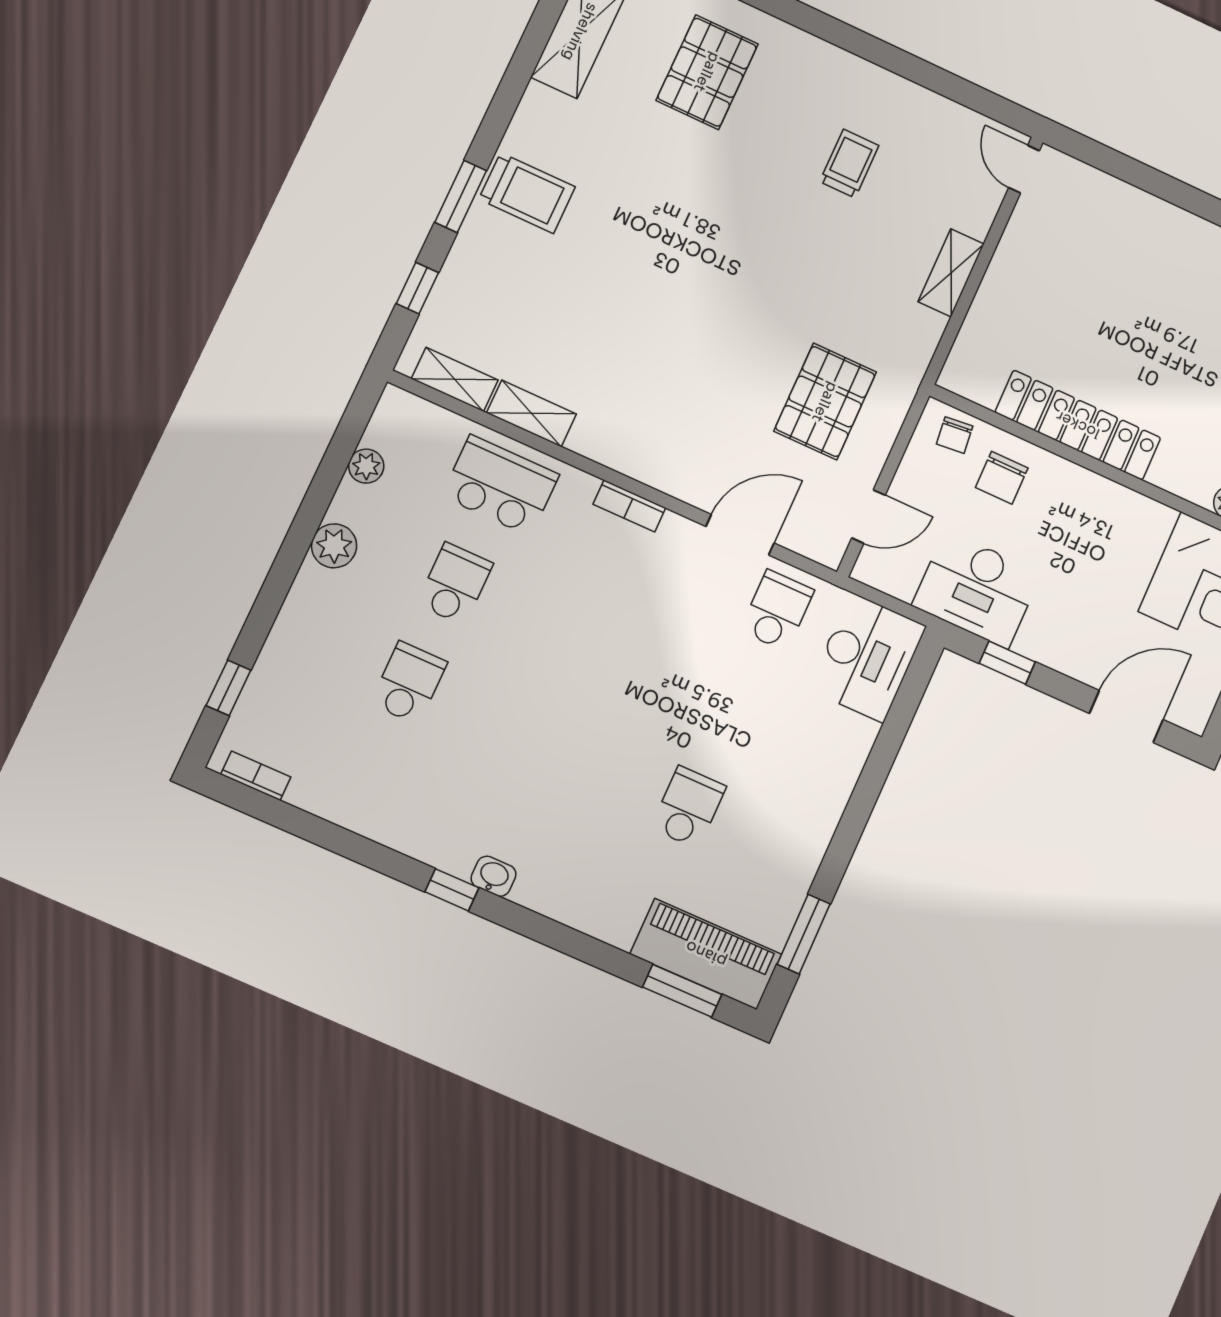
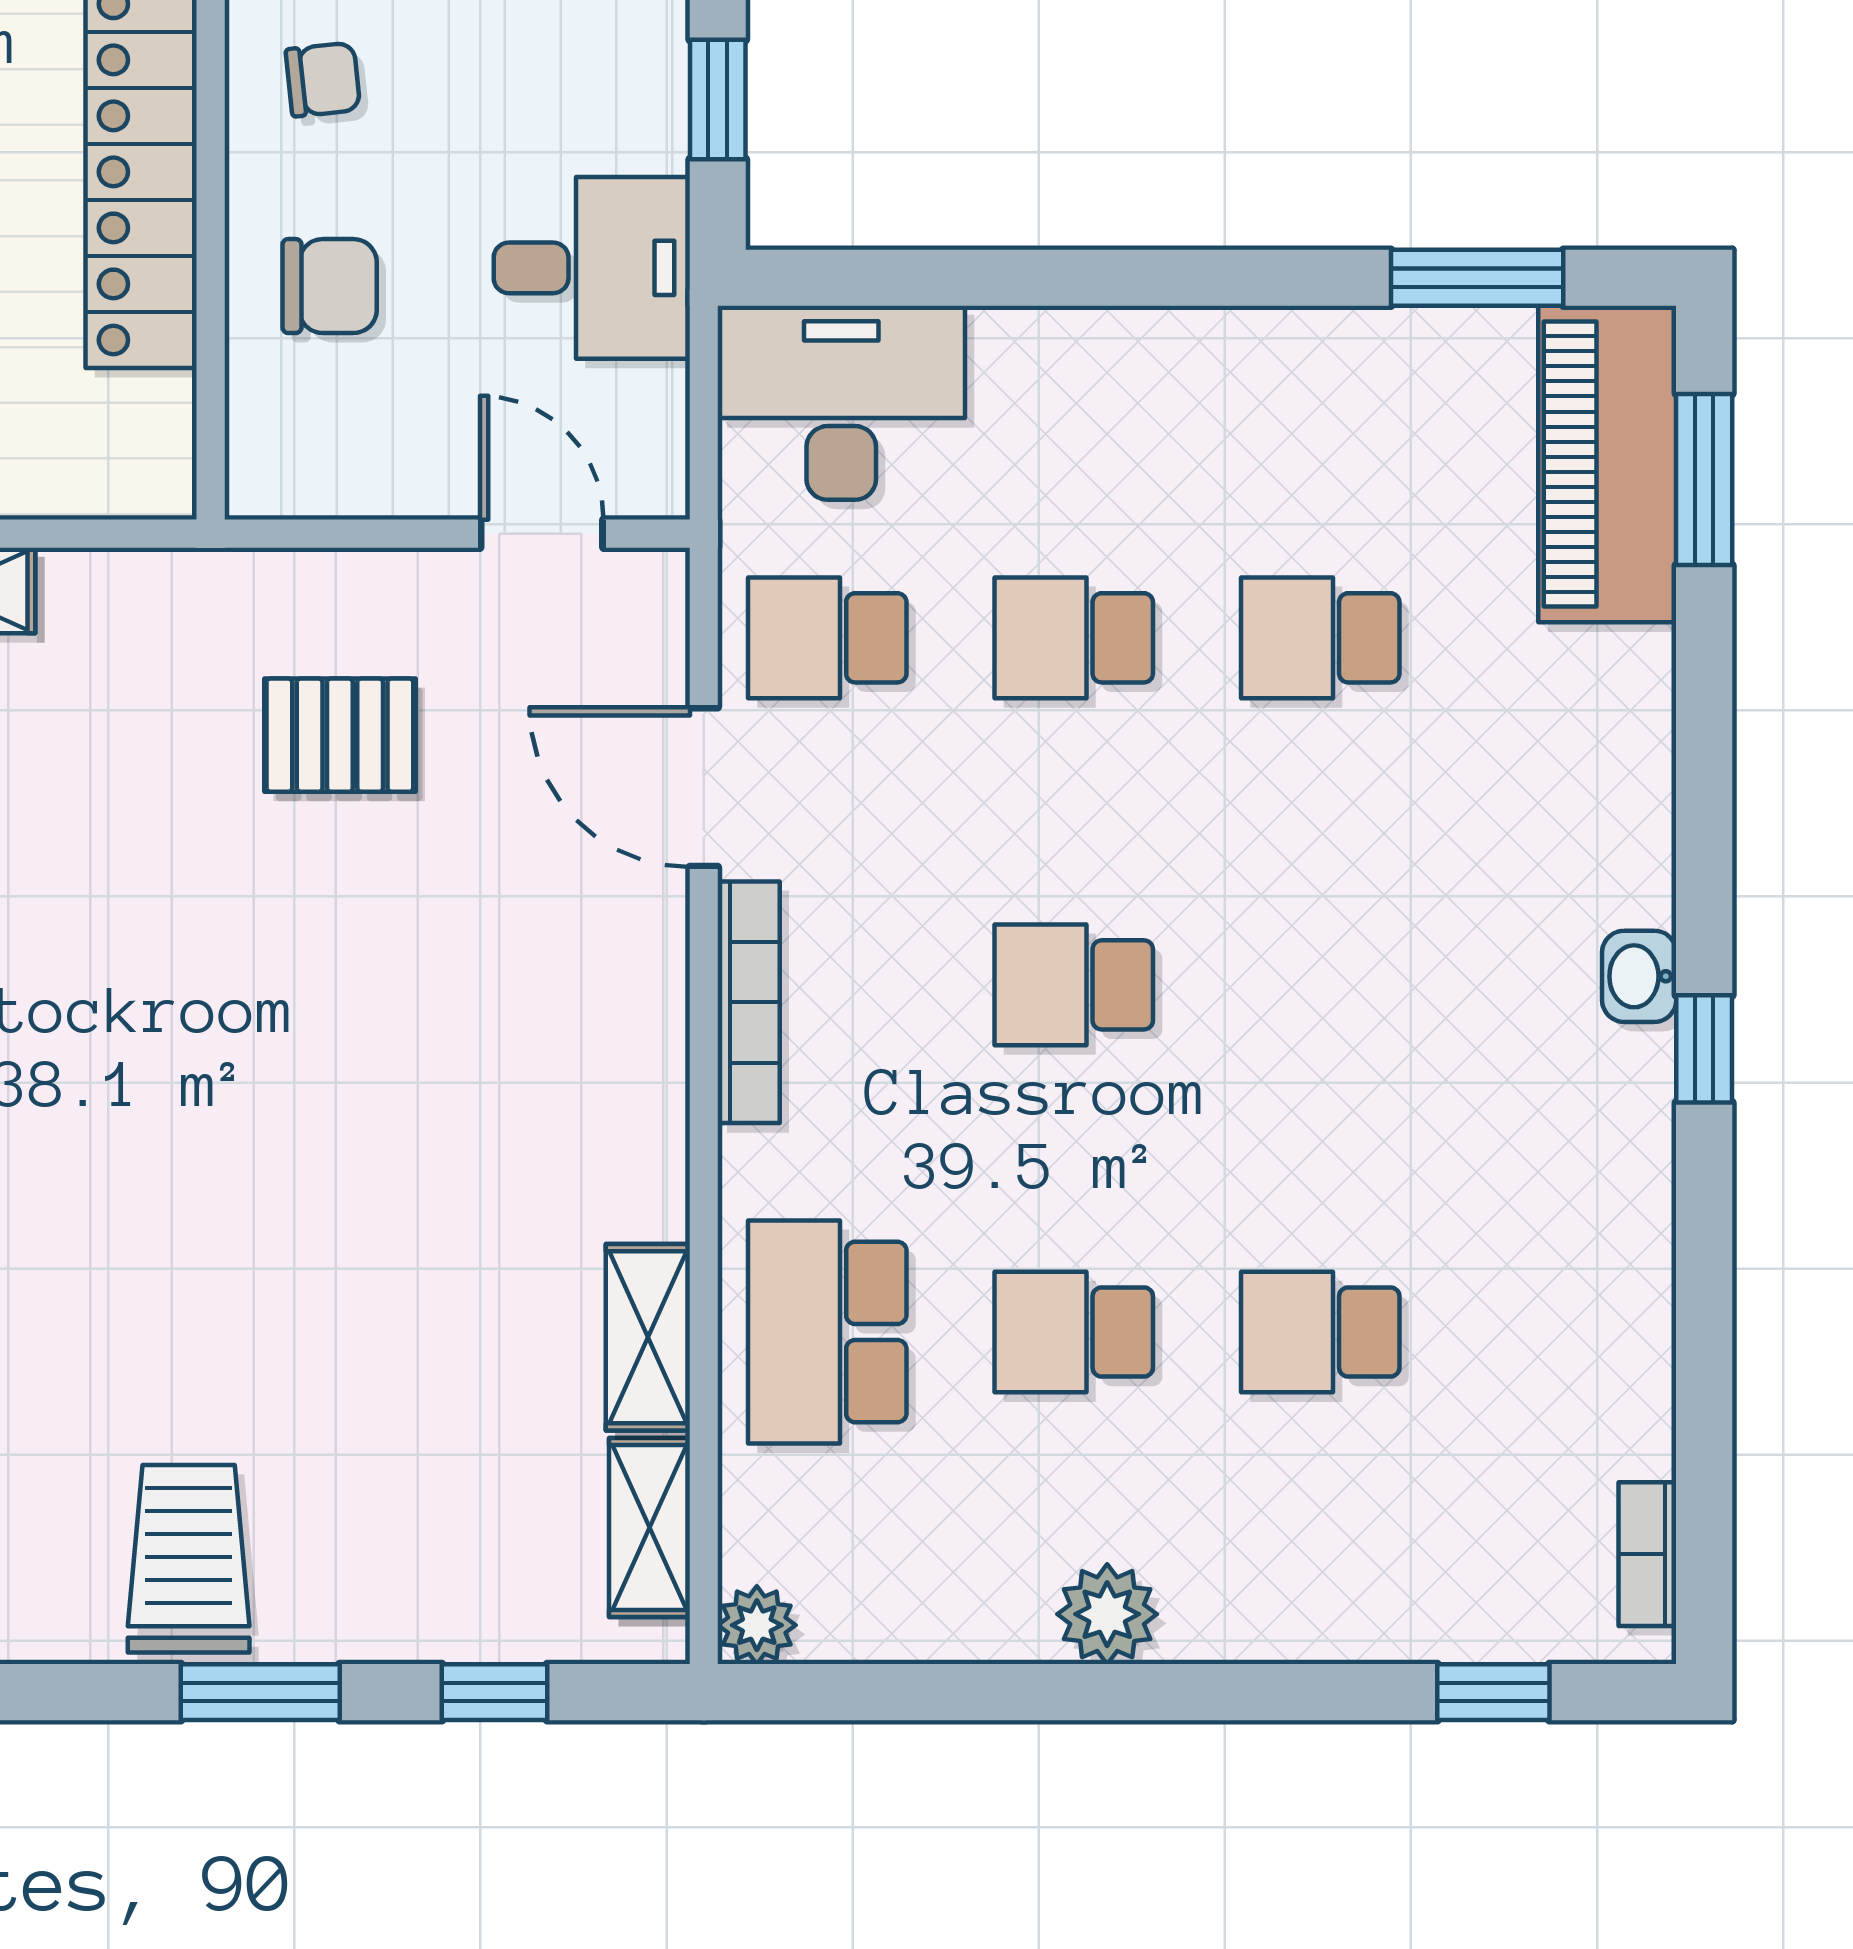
pallet: (825, 402) -> (340, 735), width x0.67, depth x0.71
chair: (955, 435) -> (323, 80), moved
plant: (366, 466) -> (757, 1625), moved
bookcase: (629, 506) -> (749, 1002), width x1.56
desk: (977, 589) -> (592, 268), width x0.73
school desk: (594, 646) -> (1074, 985), added
school desk: (733, 708) -> (1074, 638), added

